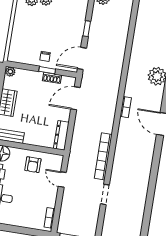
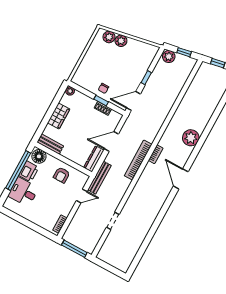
door: (75, 98) -> (111, 141), moved
bench: (74, 153) -> (99, 178), added
bookcase: (103, 156) -> (138, 160), moved
door: (62, 180) -> (82, 196), swing flipped

